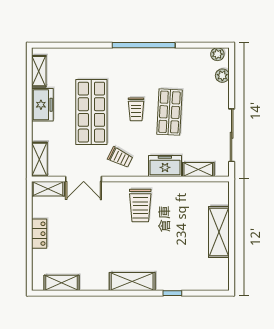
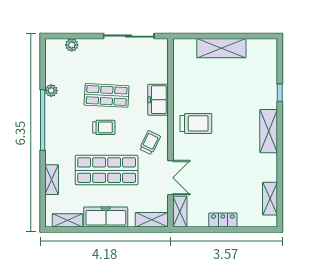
plant: (217, 54) -> (51, 91), moved
freezer: (42, 105) -> (106, 217), width x1.40
shelving: (198, 169) -> (52, 180), moved

